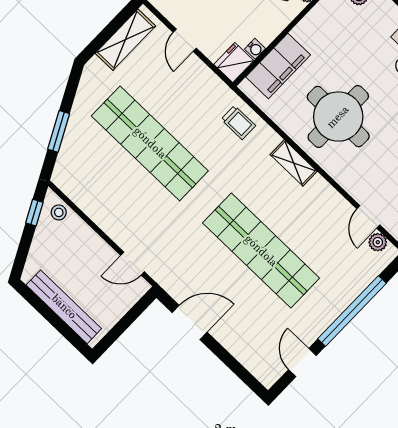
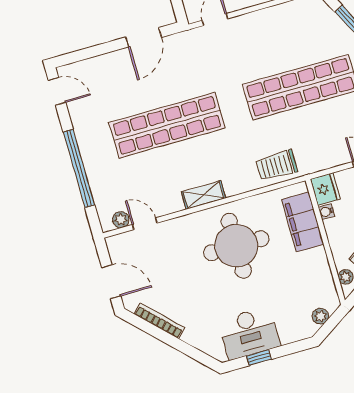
trolley: (238, 123) -> (277, 165), width x1.36, depth x1.39
shelving: (294, 163) -> (203, 195), moved
door: (302, 363) -> (57, 91), moved

